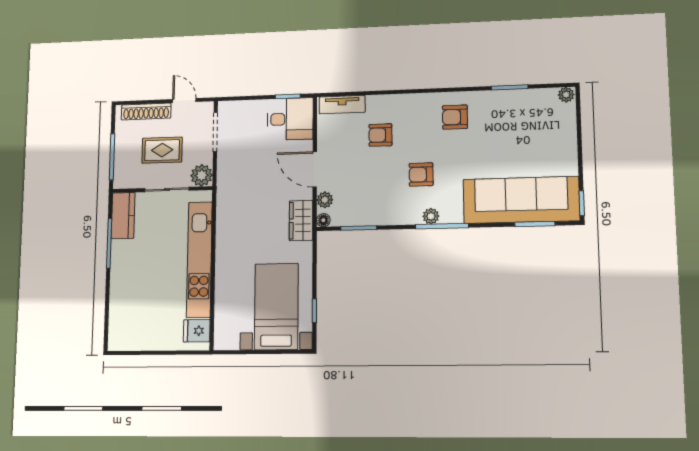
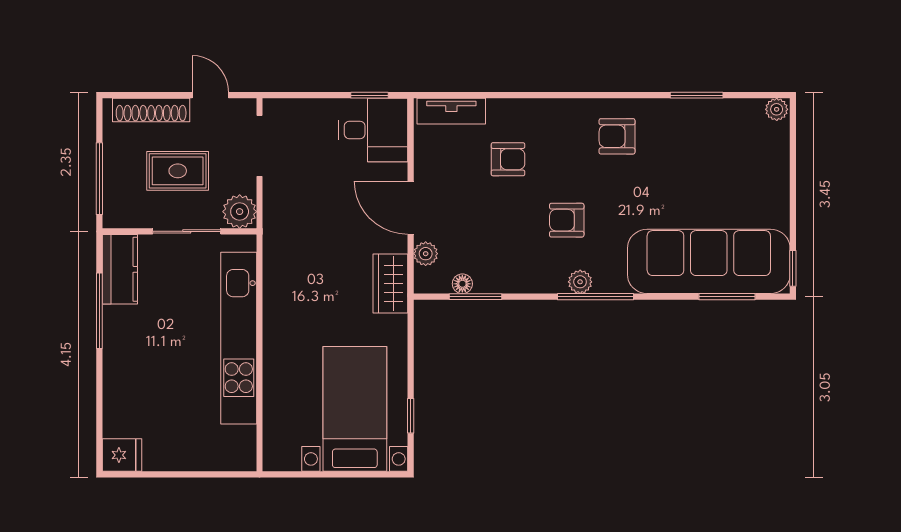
armchair: (380, 135) -> (508, 159), turned 180
floor lamp: (323, 220) -> (462, 284), moved
fridge: (197, 331) -> (122, 455), moved, turned 180

